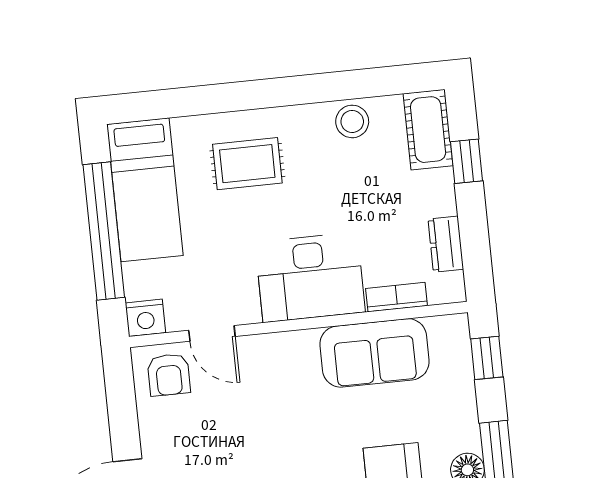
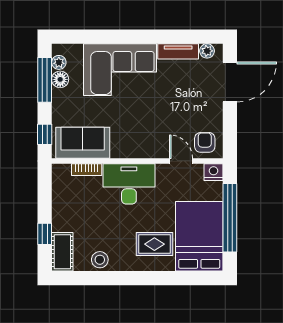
bed: (145, 190) -> (199, 236), width x1.50
dresser: (446, 244) -> (59, 194), removed
sofa: (374, 353) -> (83, 143), moved

